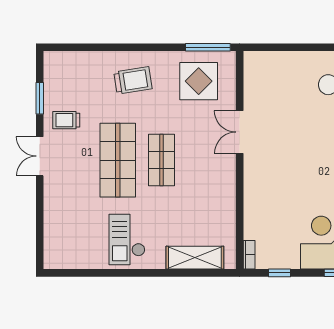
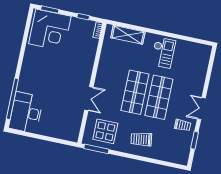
double door: (40, 156) -> (201, 108), swing flipped
shop shelf: (162, 160) -> (135, 92), width x1.43, depth x1.36

